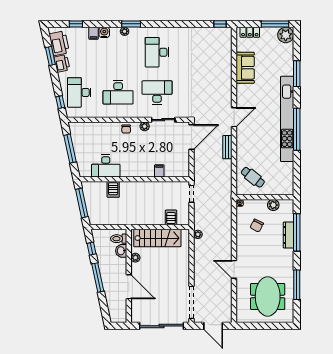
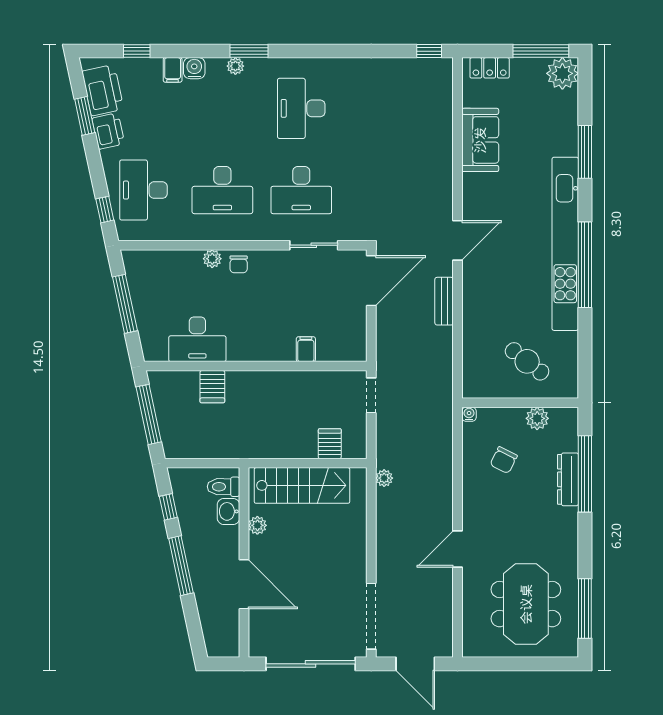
desk: (157, 92) -> (301, 190), turned 180
plant: (145, 126) -> (212, 259), moved
cafe table: (253, 177) -> (527, 361), moved
door: (234, 269) -> (458, 549), hinge flipped
window: (297, 285) -> (585, 608), moved

